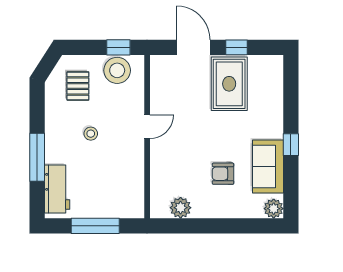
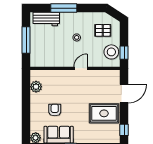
window: (237, 47) -> (124, 130), moved
door: (147, 127) -> (81, 68), swing flipped

